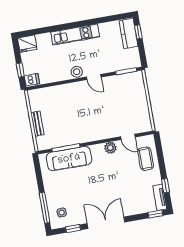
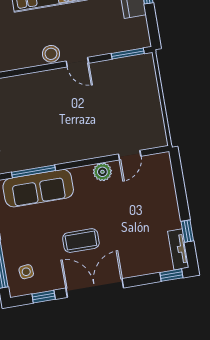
door: (128, 137) -> (130, 155), hinge flipped
coffee table: (146, 159) -> (81, 241), moved, turned 90

